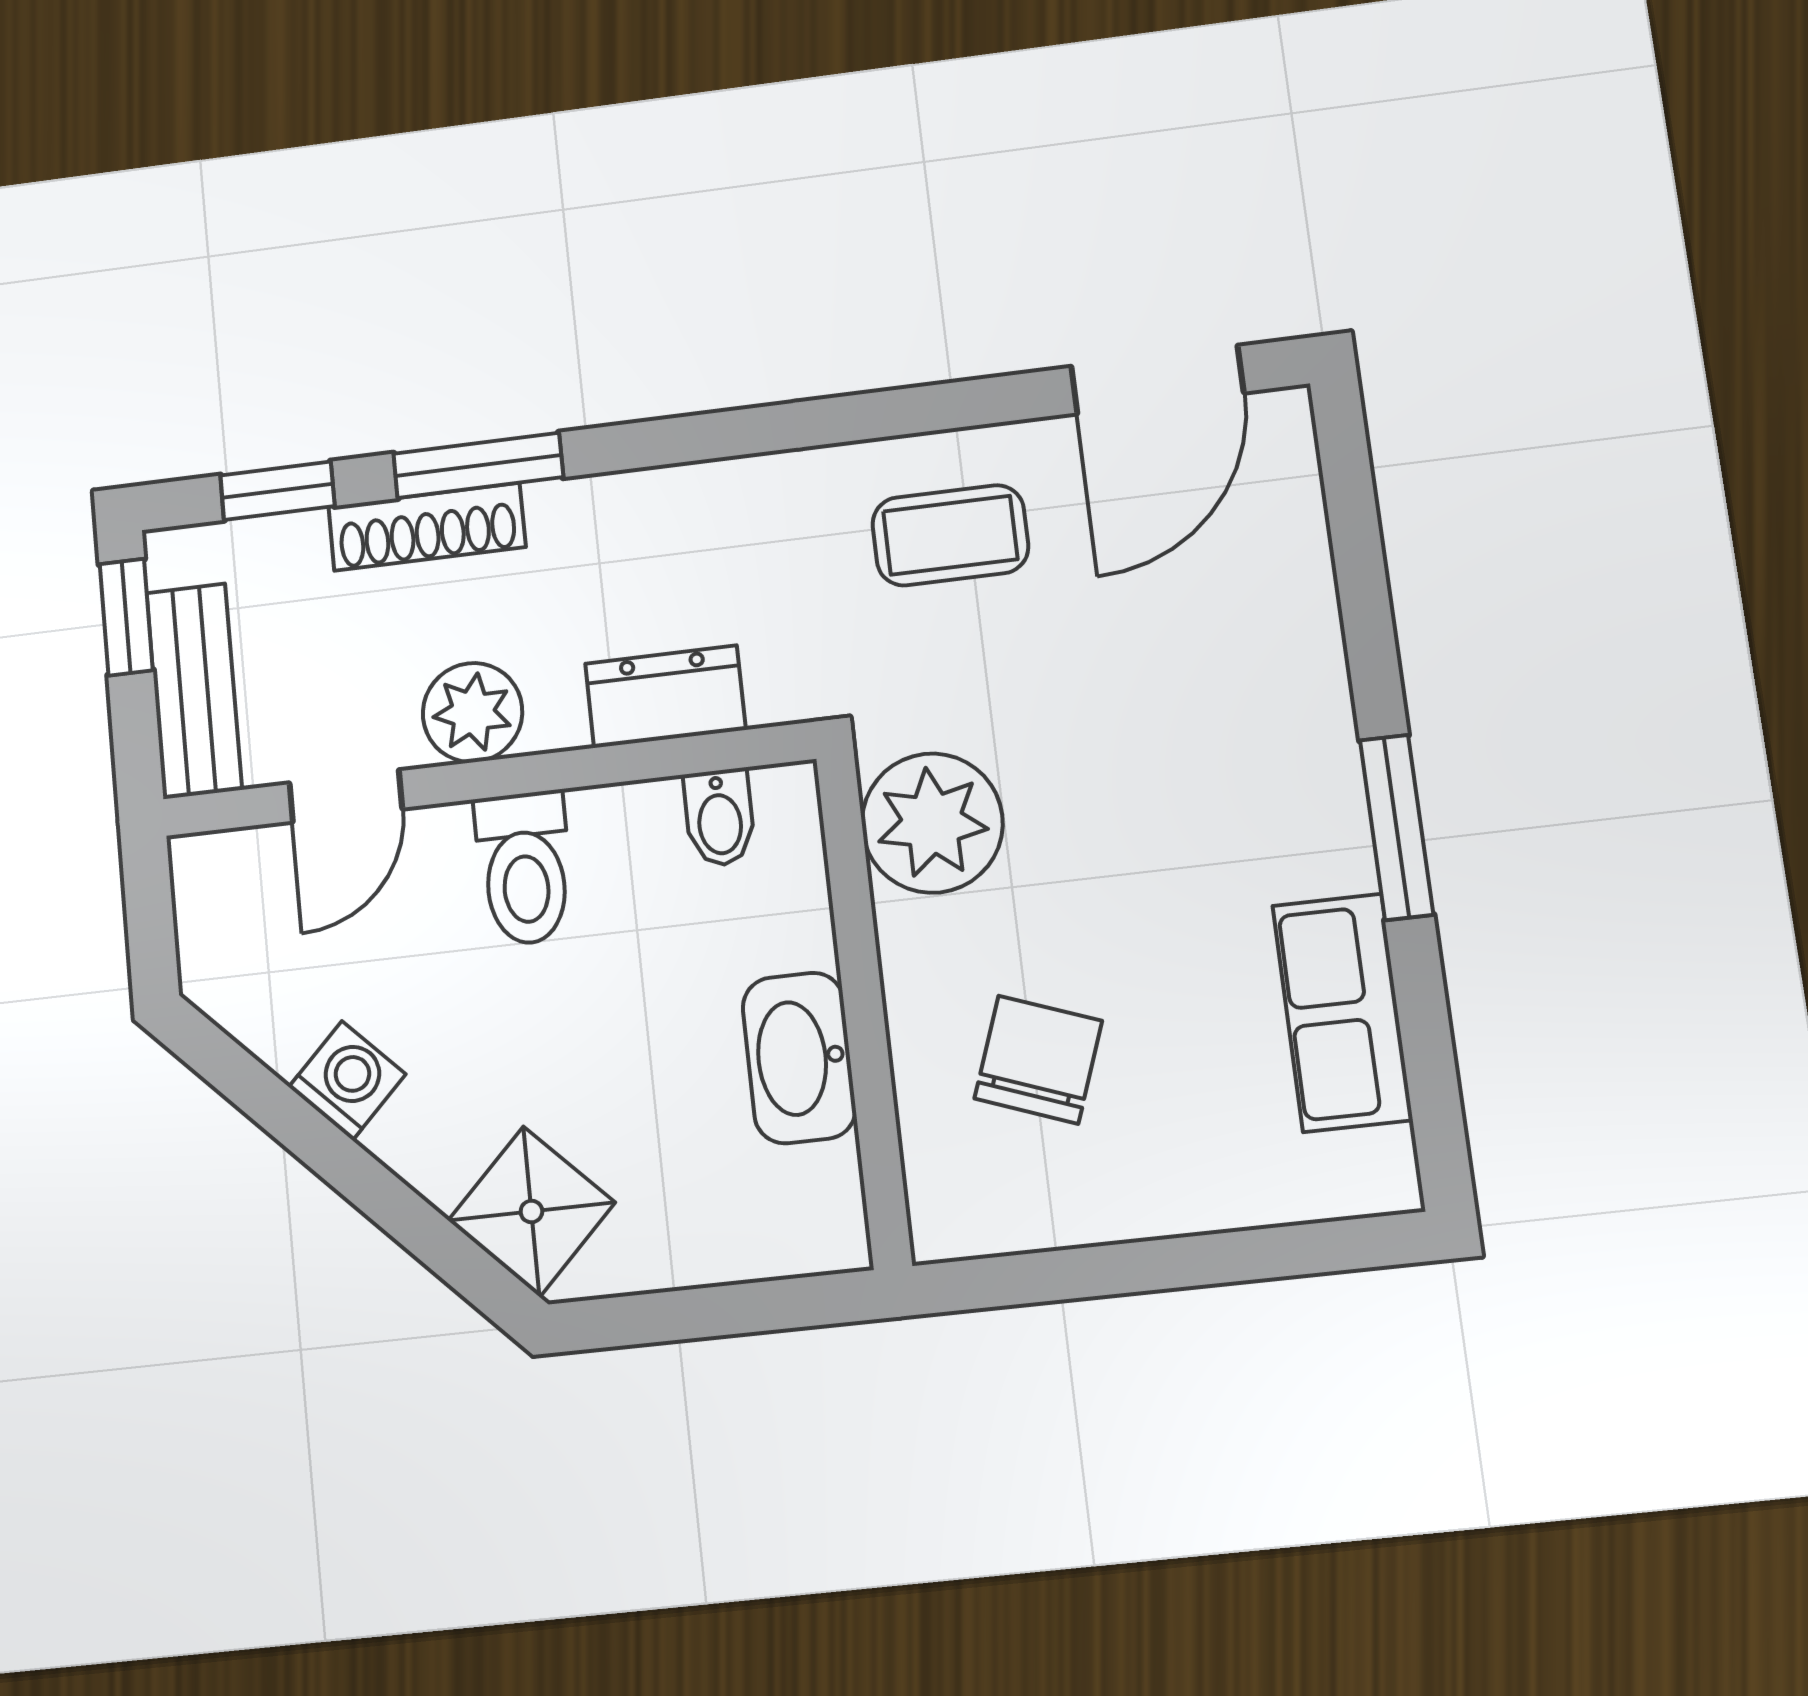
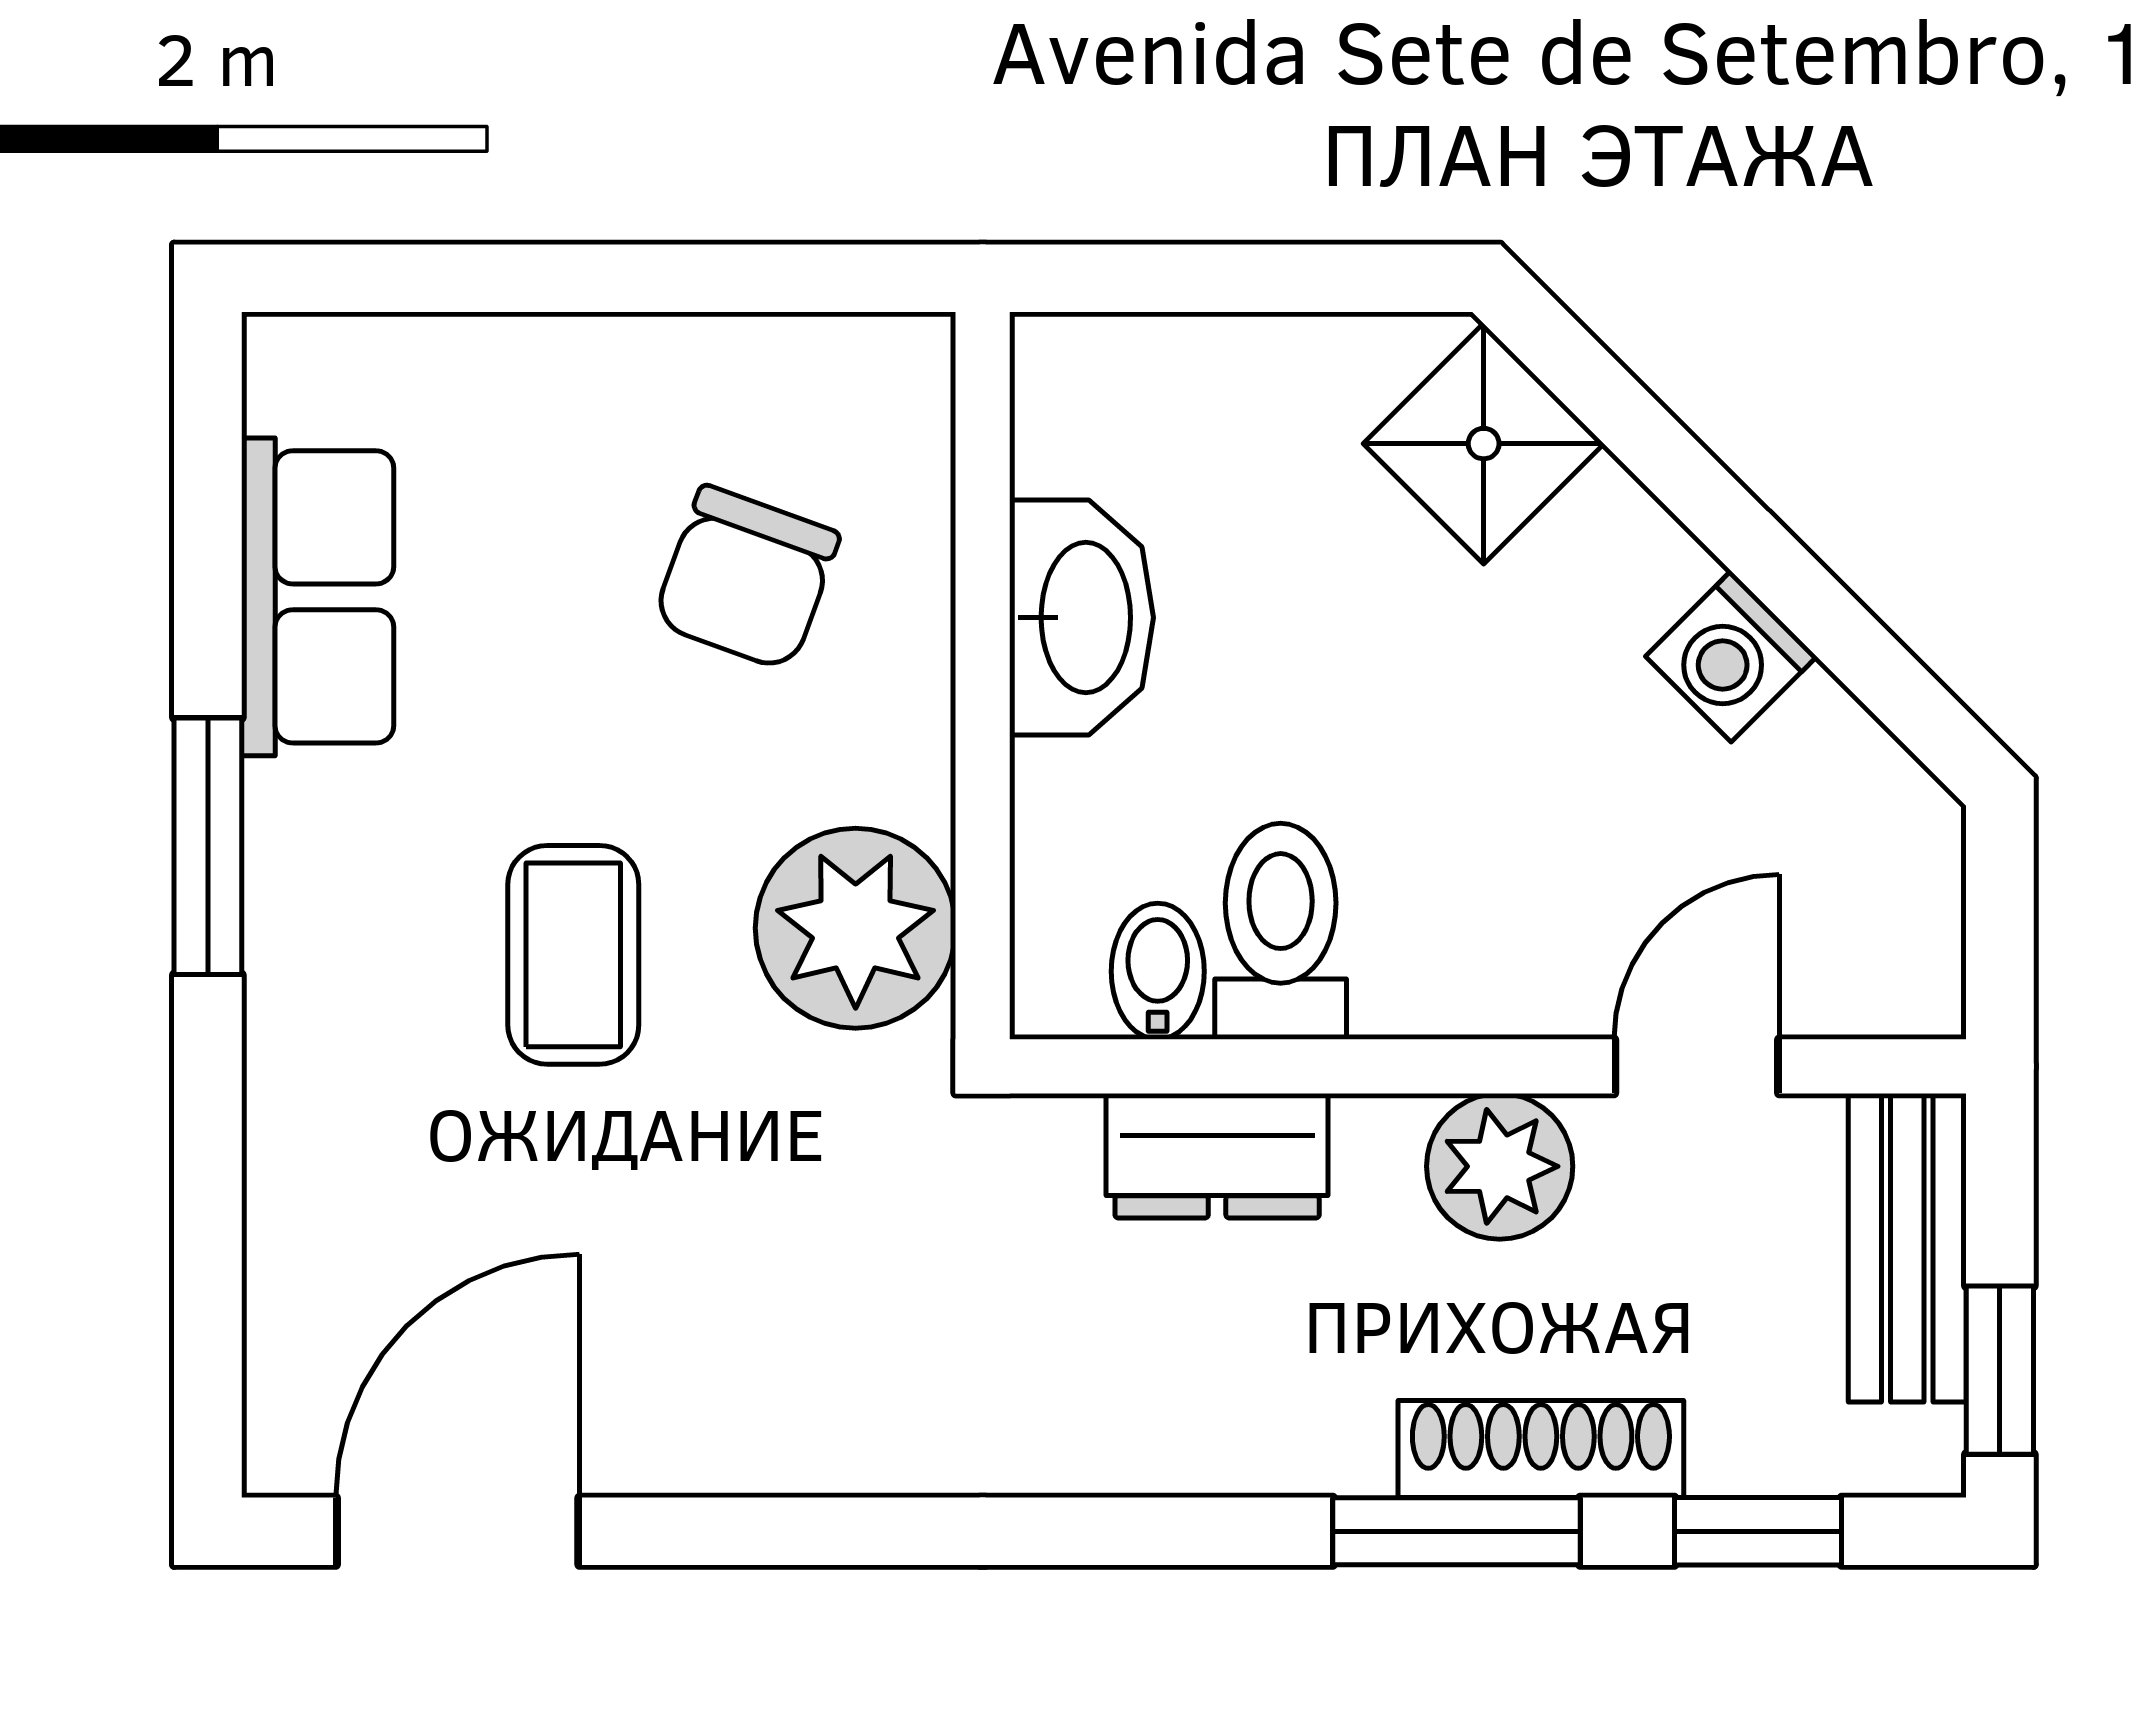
coffee table: (950, 535) -> (573, 955), moved, turned 90
toilet: (525, 868) -> (1281, 931), moved

